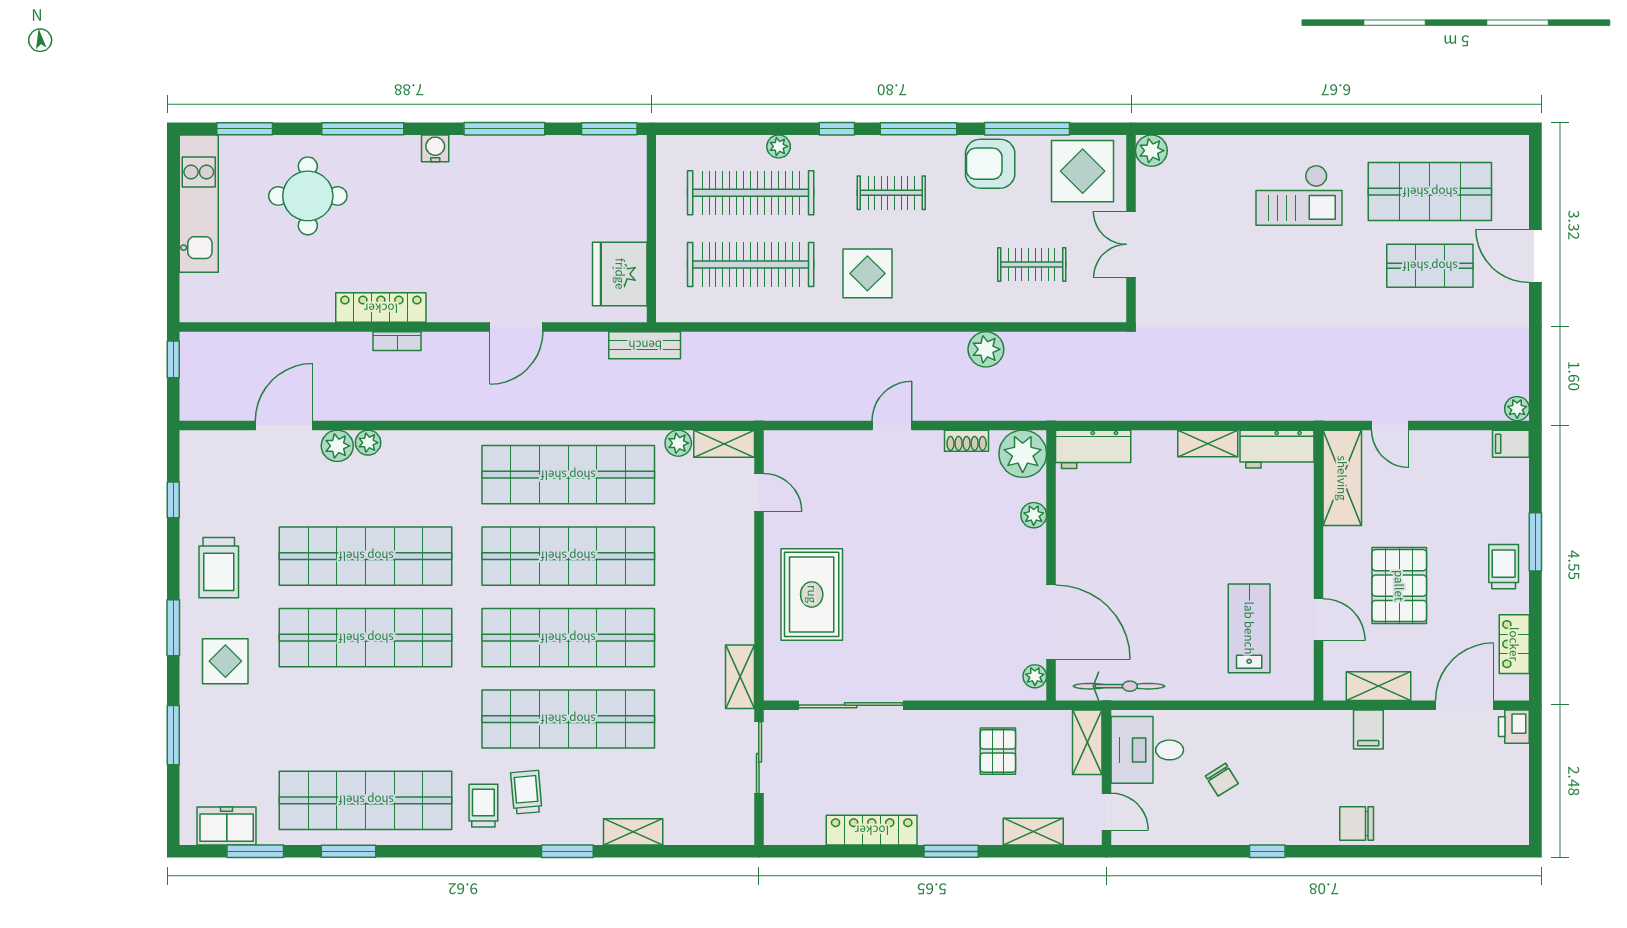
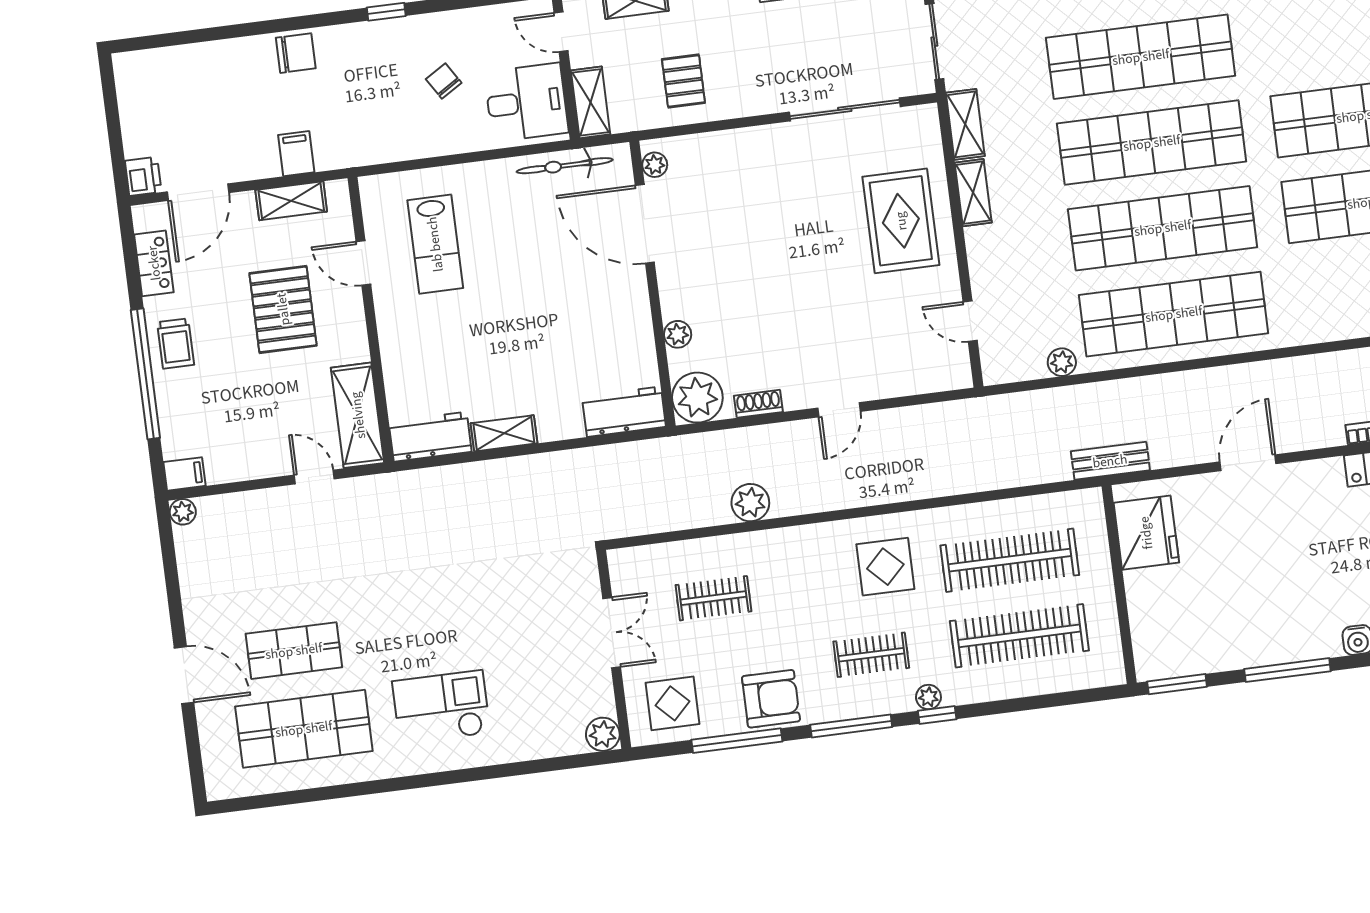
plant: (779, 146) -> (928, 697), moved
display table: (1083, 171) -> (673, 703), width x0.73, depth x0.73
shelving: (724, 444) -> (973, 193), moved, turned 90
window: (1535, 542) -> (145, 374), width x2.11

